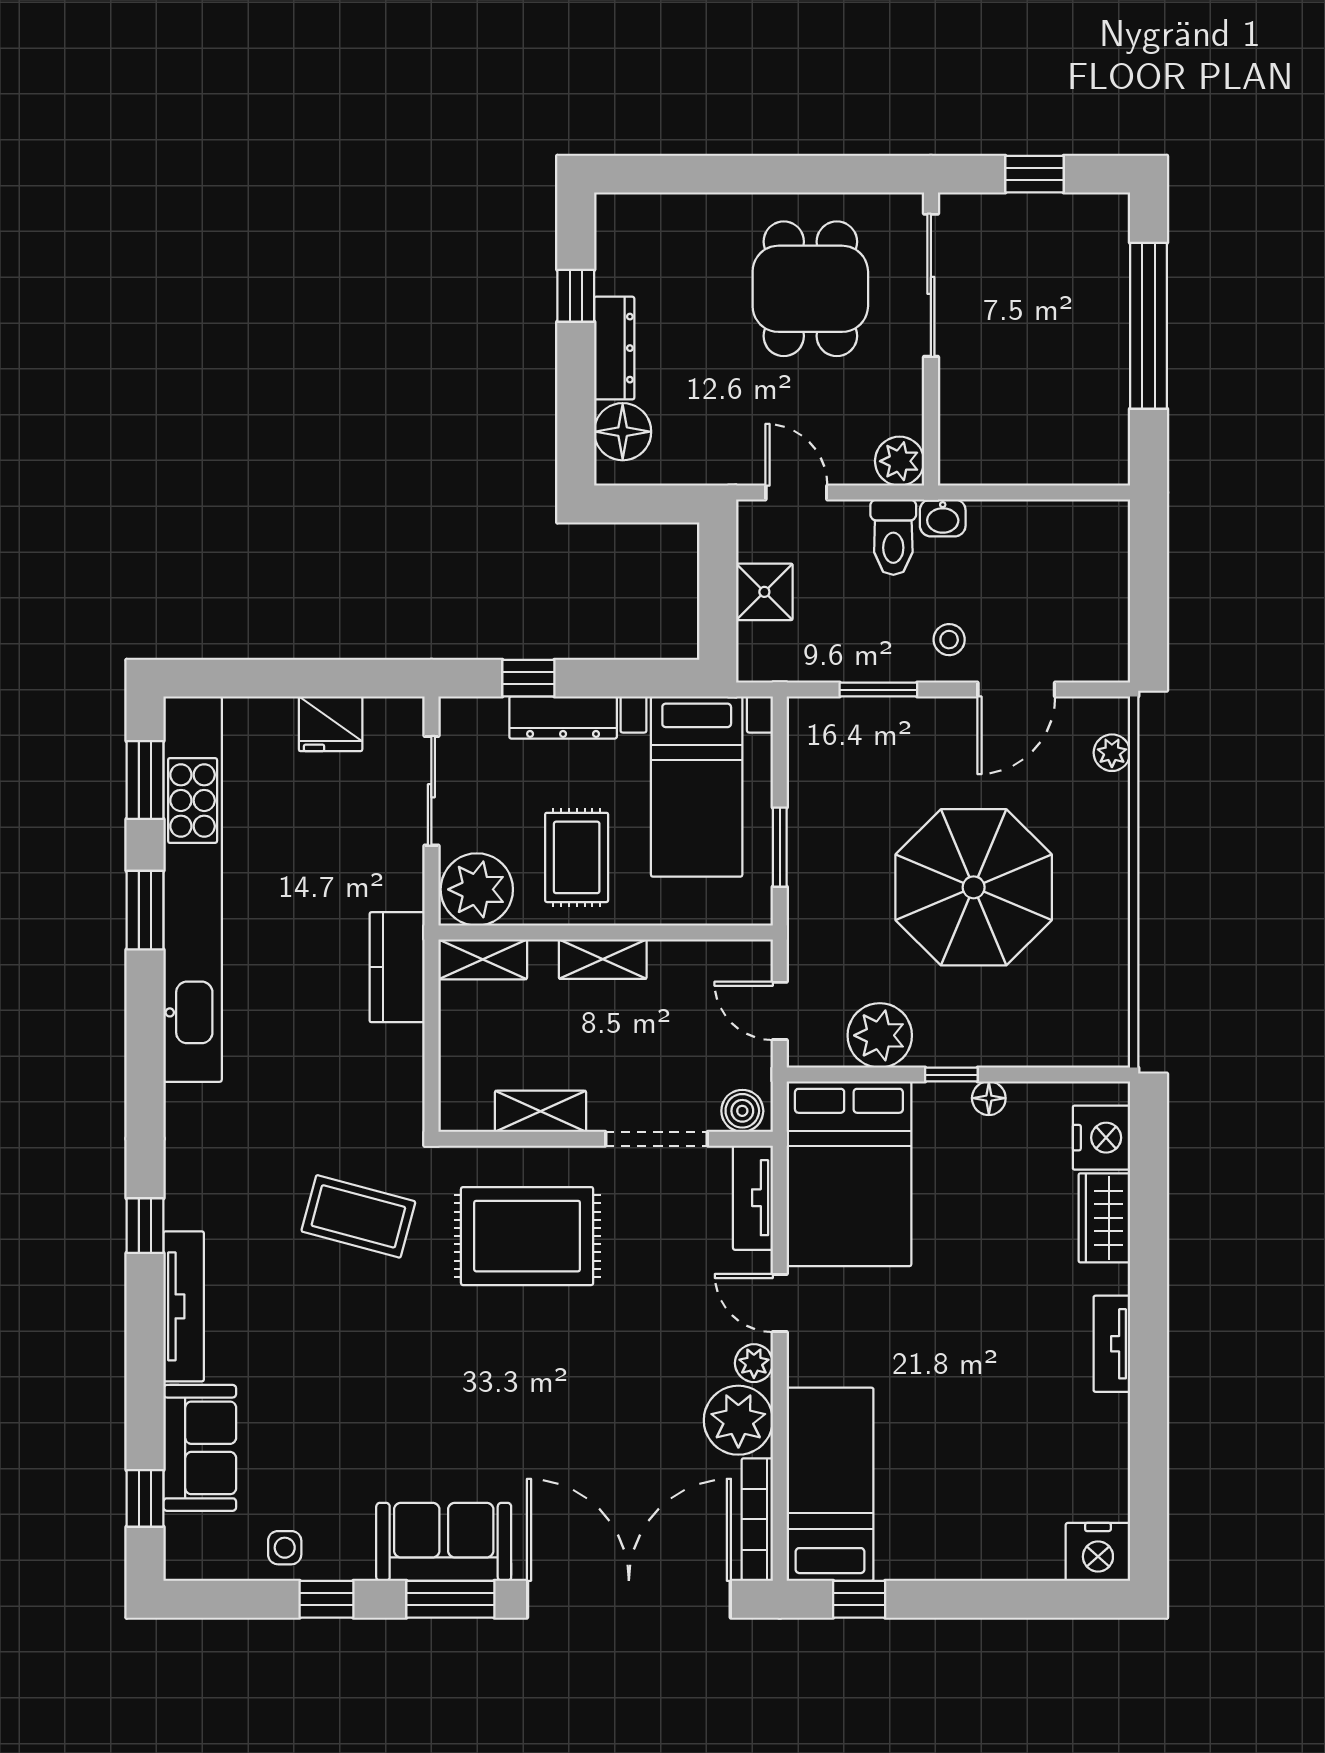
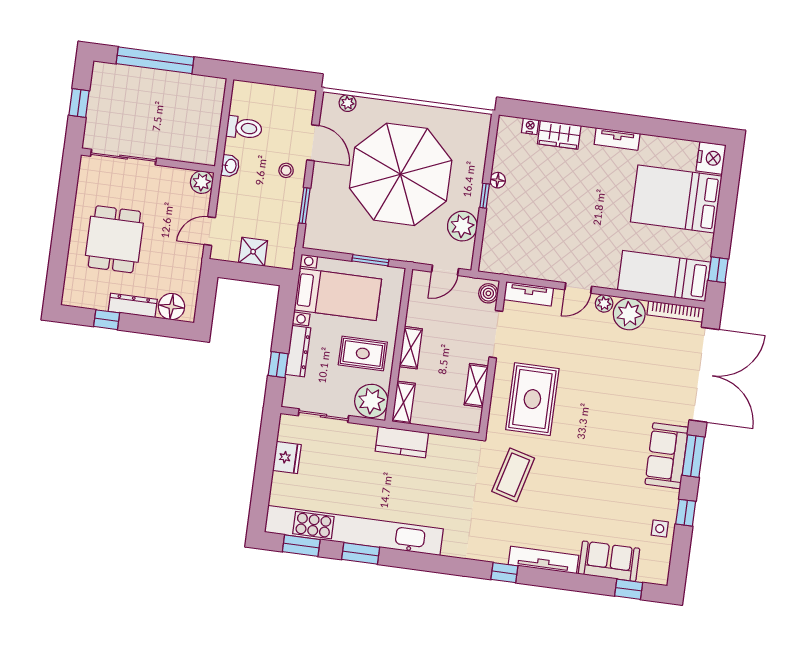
dining table: (810, 289) -> (114, 239), moved, turned 90
toilet: (893, 537) -> (244, 128), moved
parasol: (974, 887) -> (401, 174), width x1.36, depth x1.36
nightstand: (1101, 1138) -> (530, 126), width x0.53, depth x0.56
bed: (849, 1174) -> (676, 199), moved, turned 180
double door: (629, 1599) -> (704, 375), swing flipped

